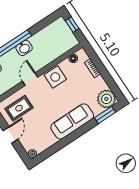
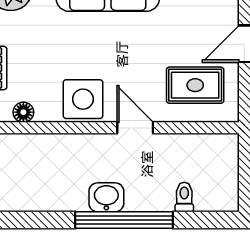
door: (30, 79) -> (135, 128), swing flipped

